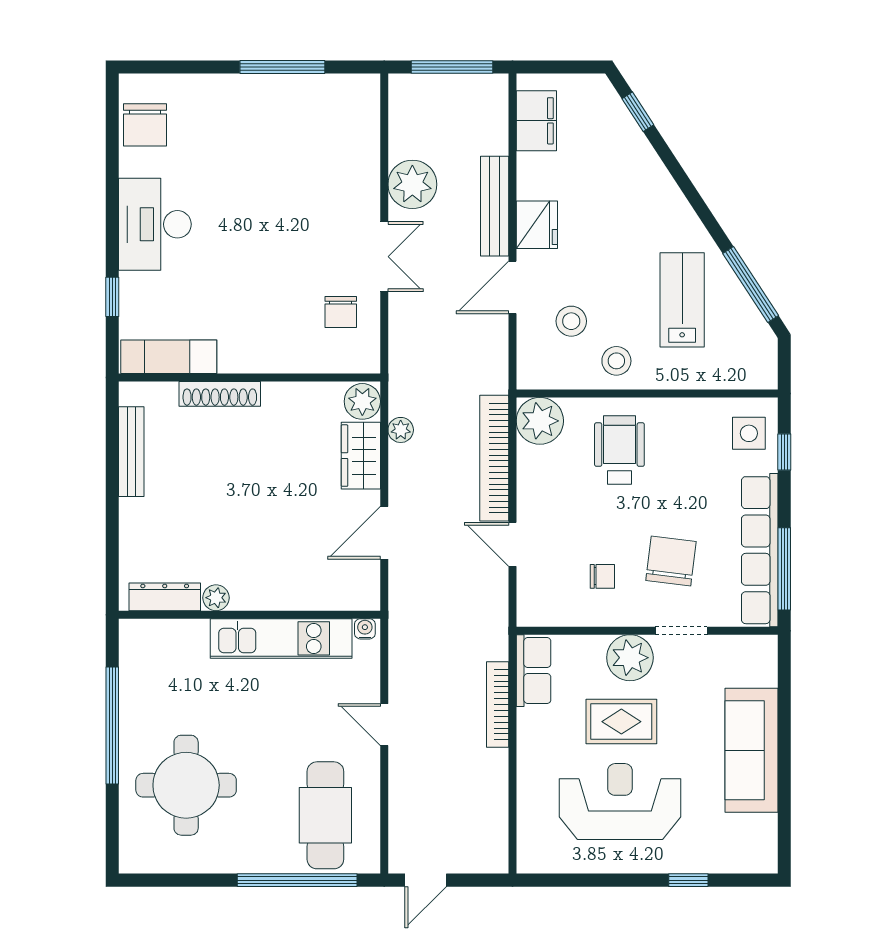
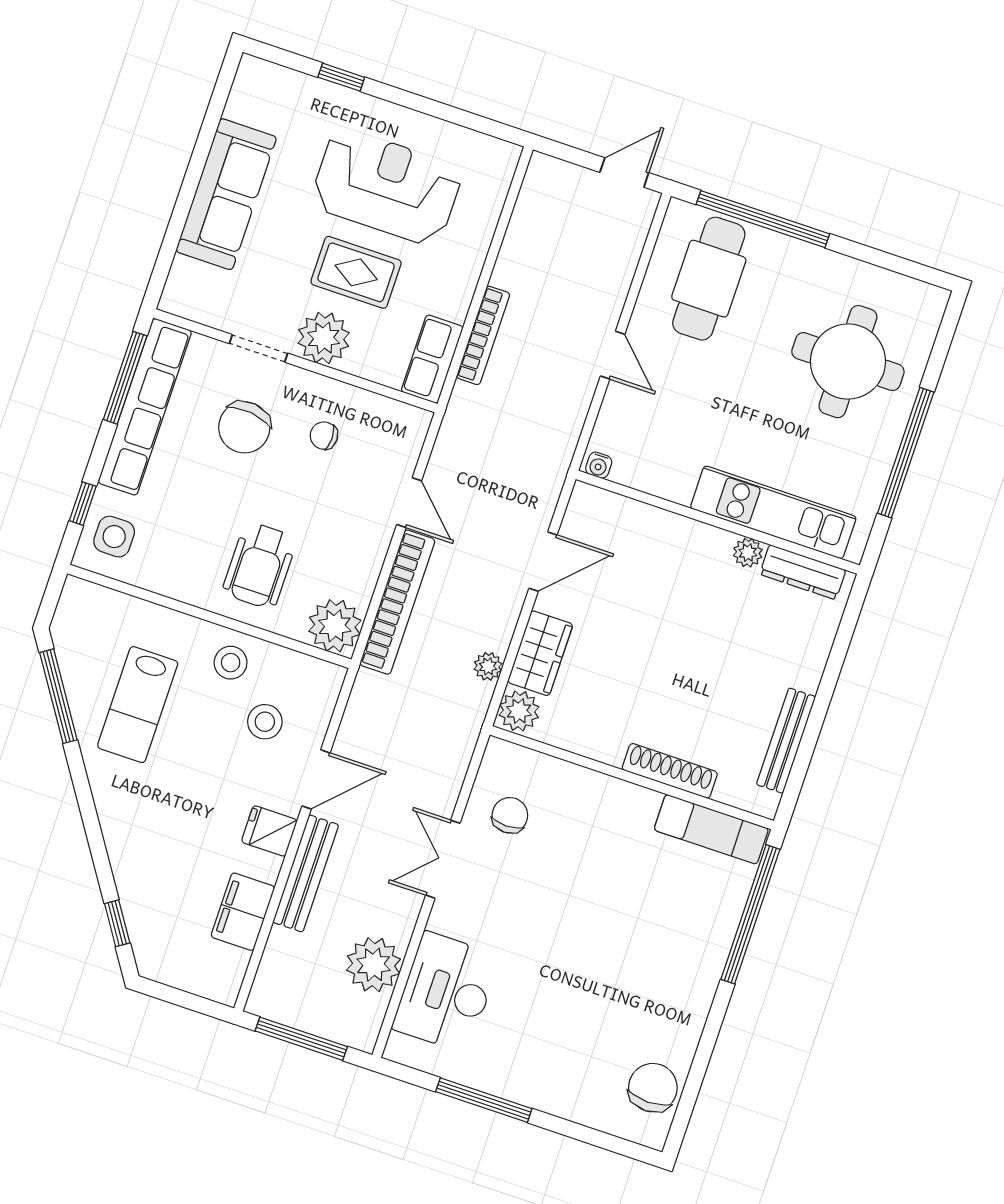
filing cabinet: (536, 121) -> (243, 912), moved
plant: (412, 184) -> (374, 965), moved
desk: (155, 224) -> (446, 992), moved, turned 180
fridge: (537, 225) -> (269, 831), width x0.72
window: (112, 297) -> (750, 914), width x3.17
kitchen unit: (281, 638) -> (773, 512), moved
reception desk: (620, 802) -> (387, 187), turned 180

